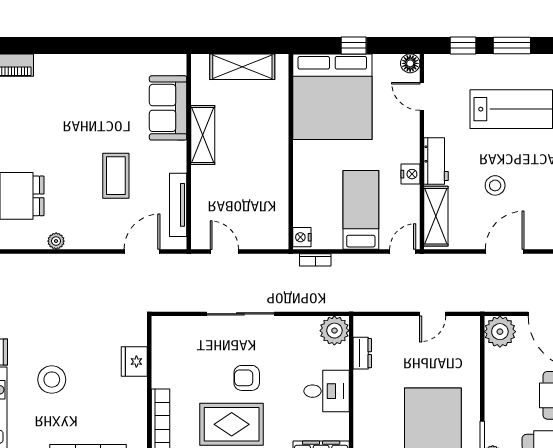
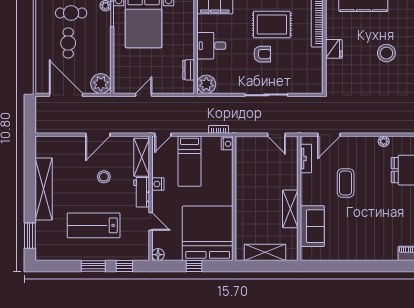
door: (422, 96) -> (151, 221), moved
tv unit: (178, 205) -> (306, 159), width x0.71
fridge: (134, 362) -> (334, 49), moved

